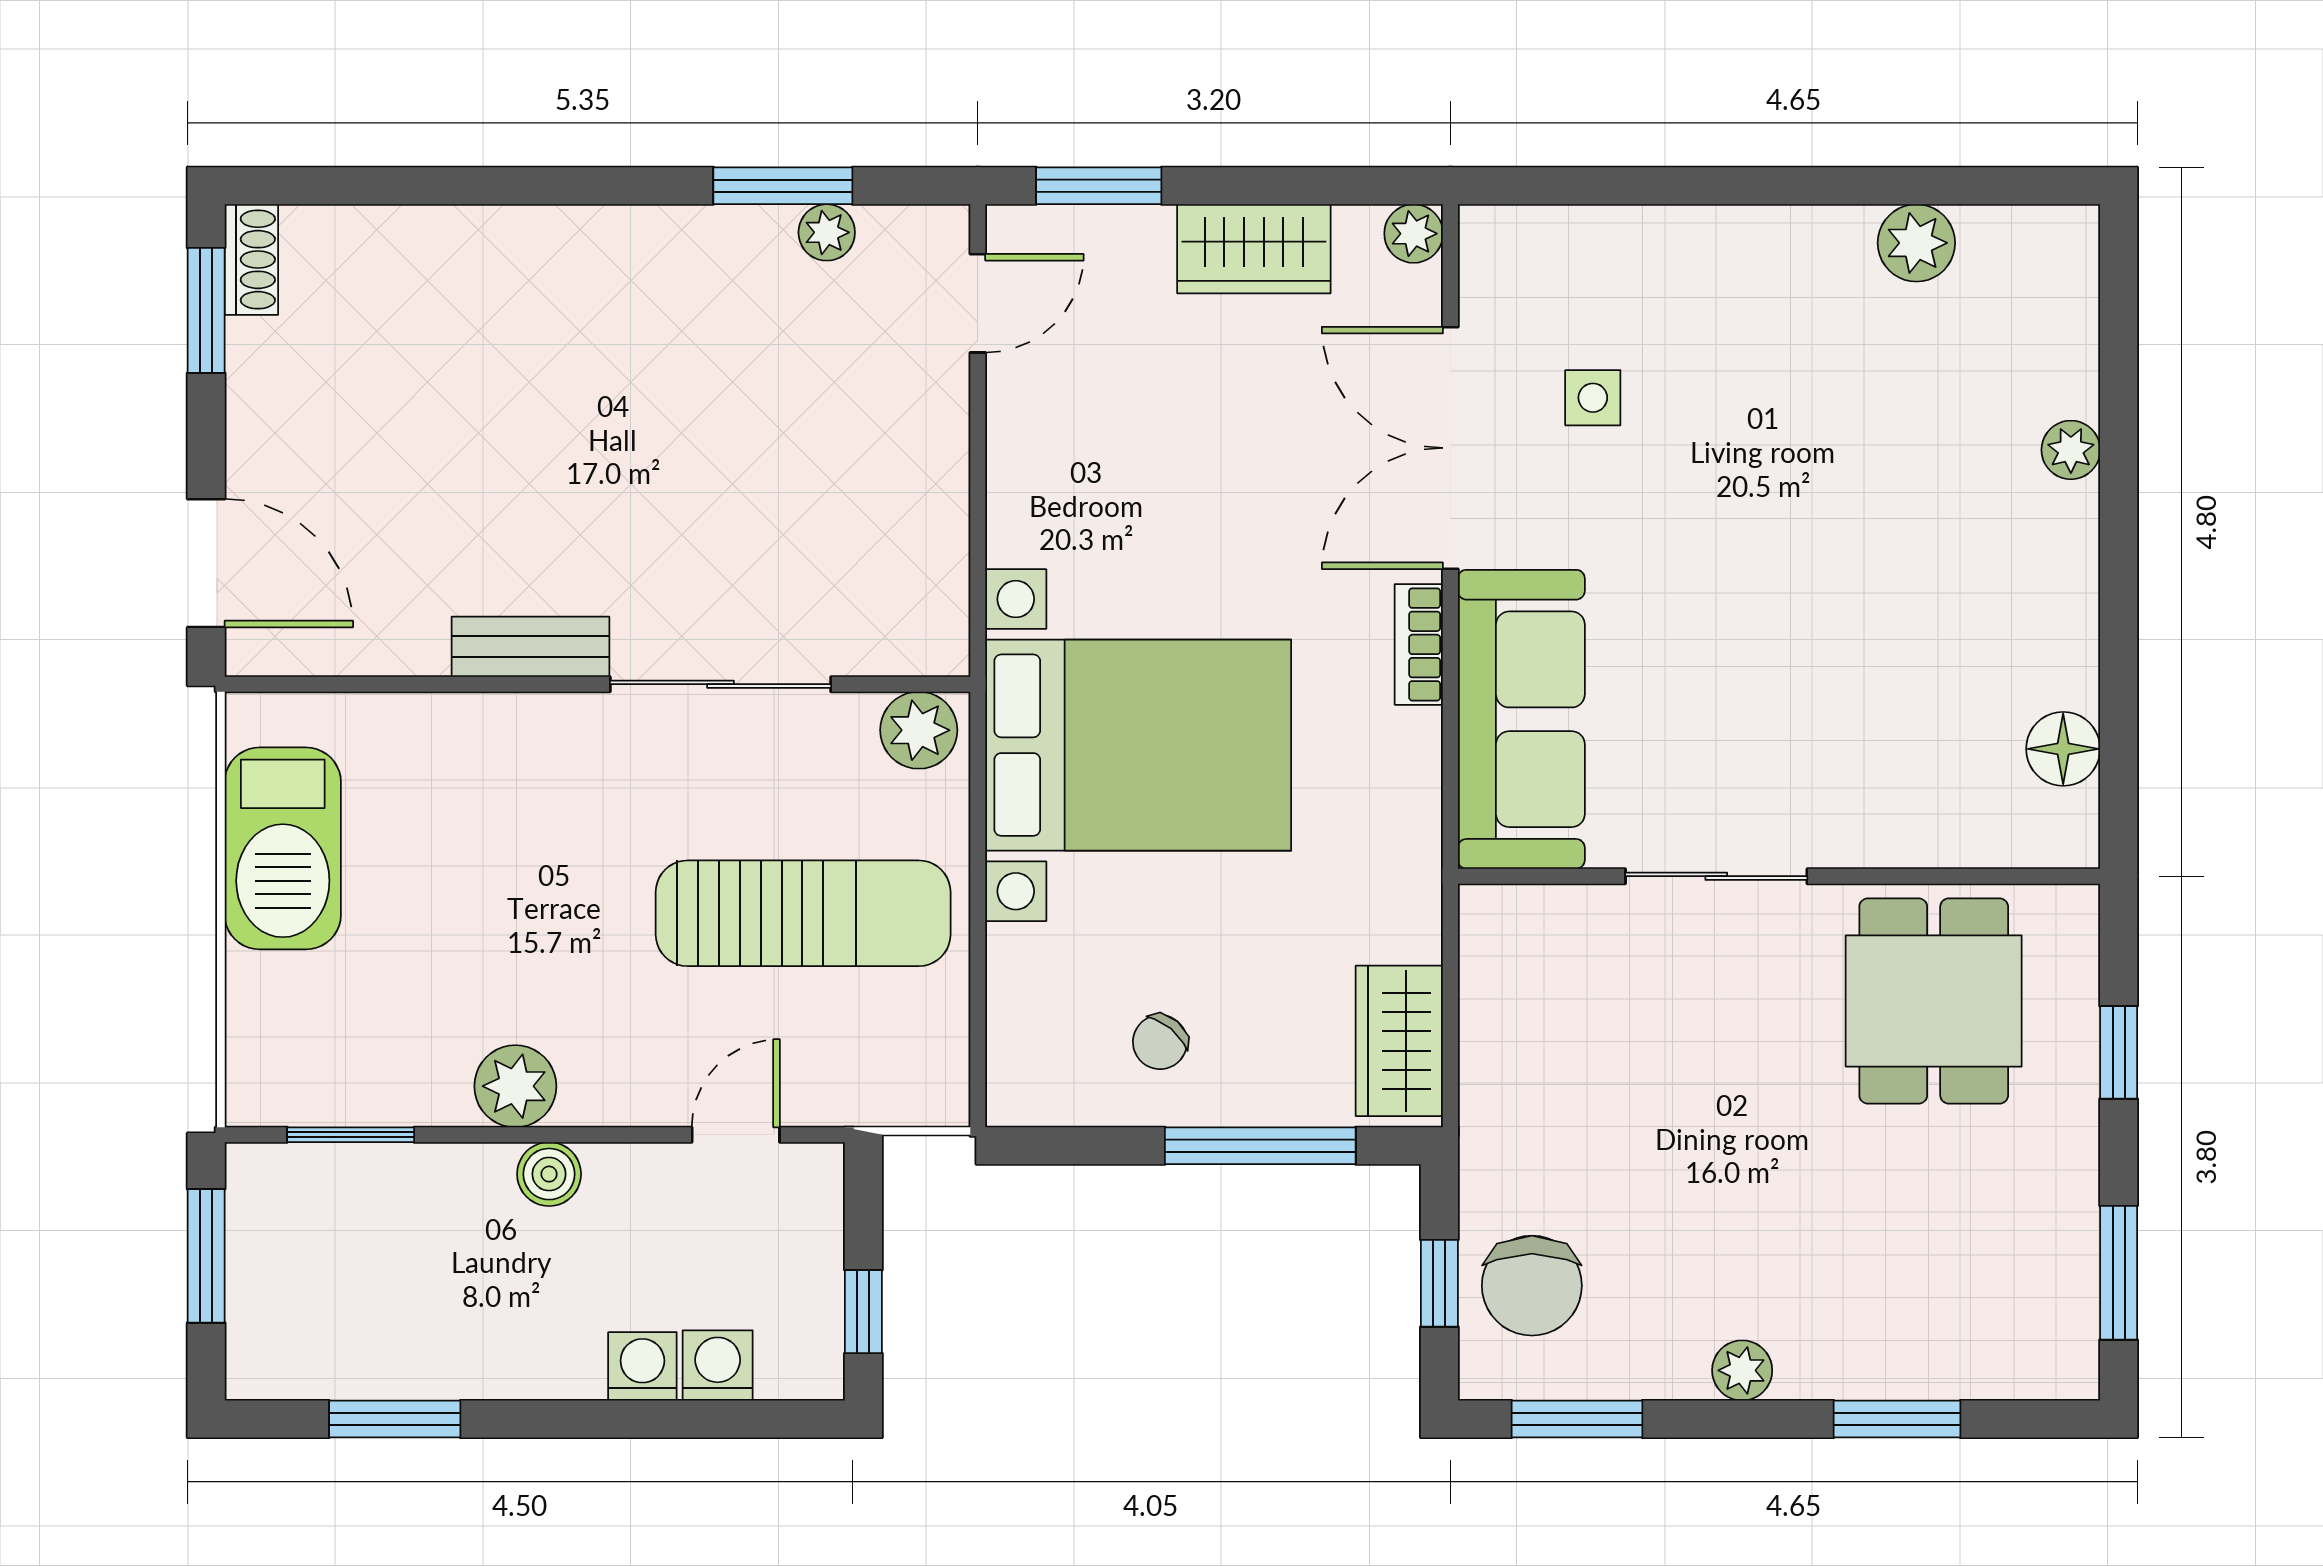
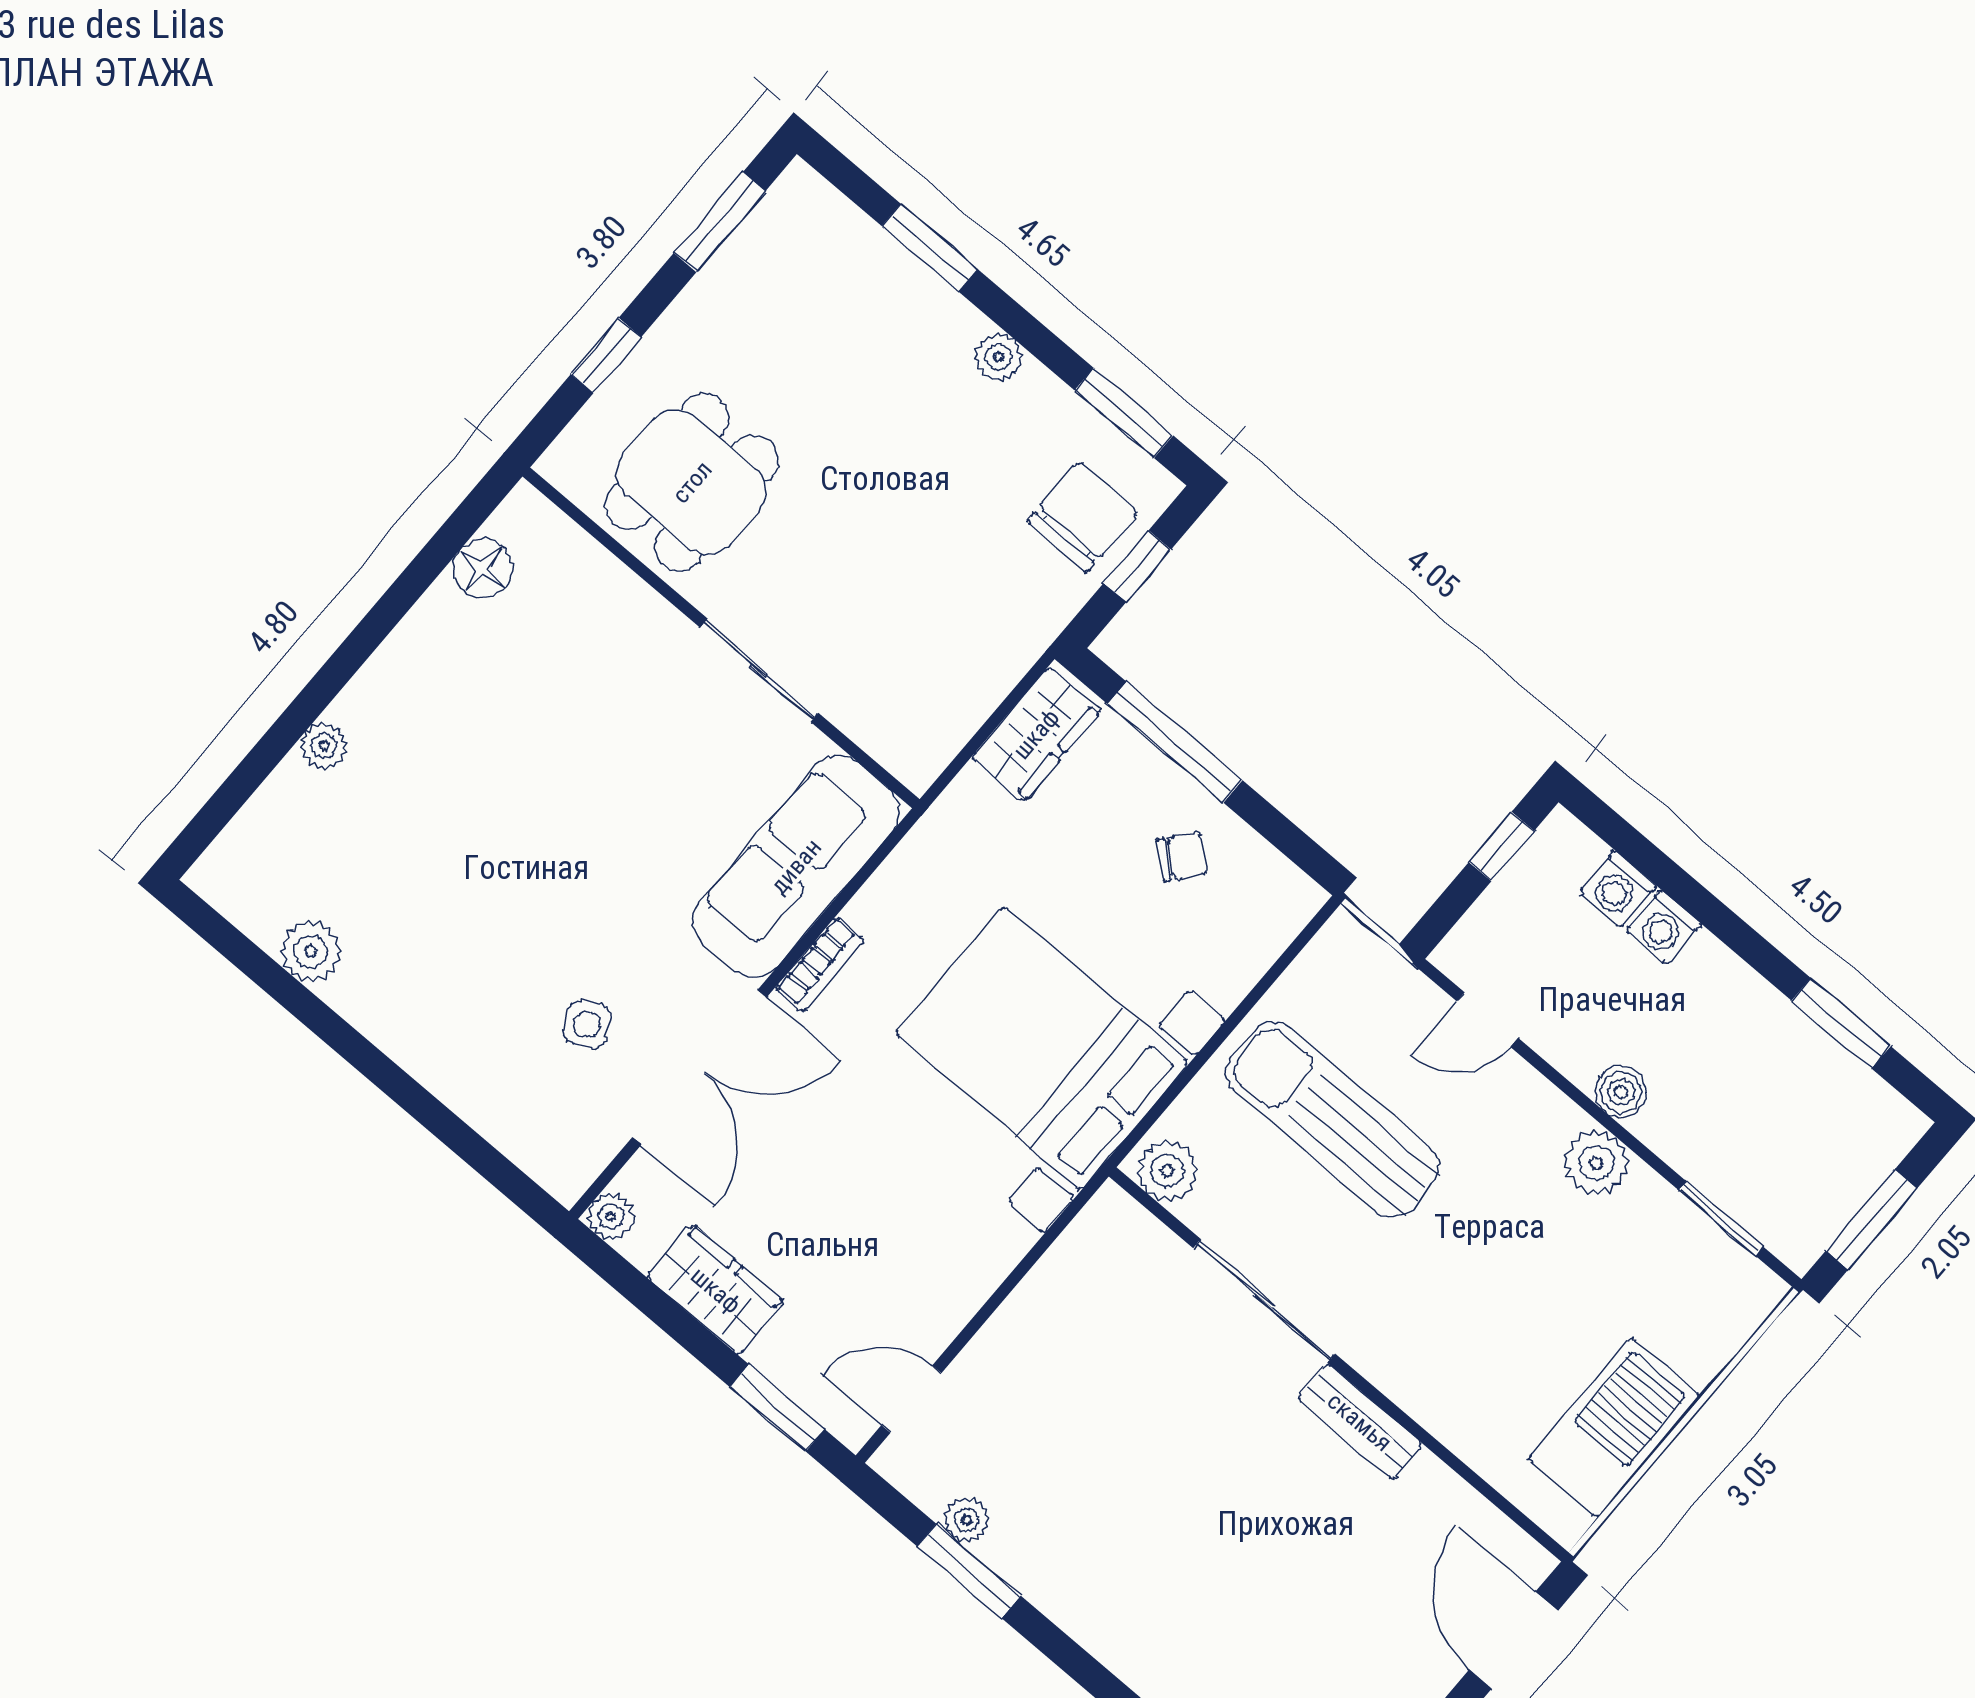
side table: (1593, 398) -> (587, 1024), turned -30

